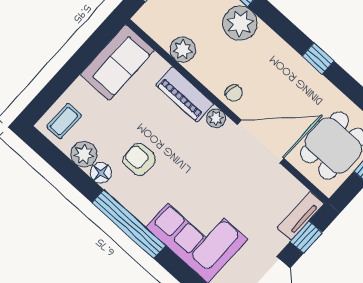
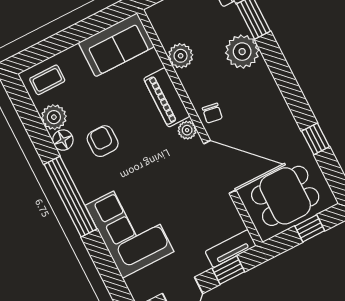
window: (318, 58) -> (316, 139), moved

